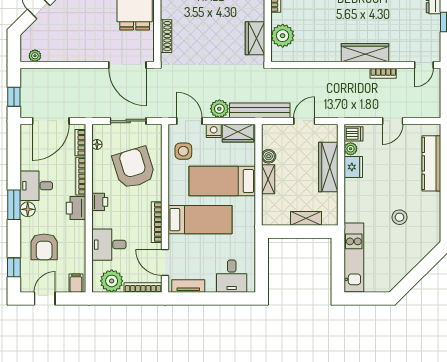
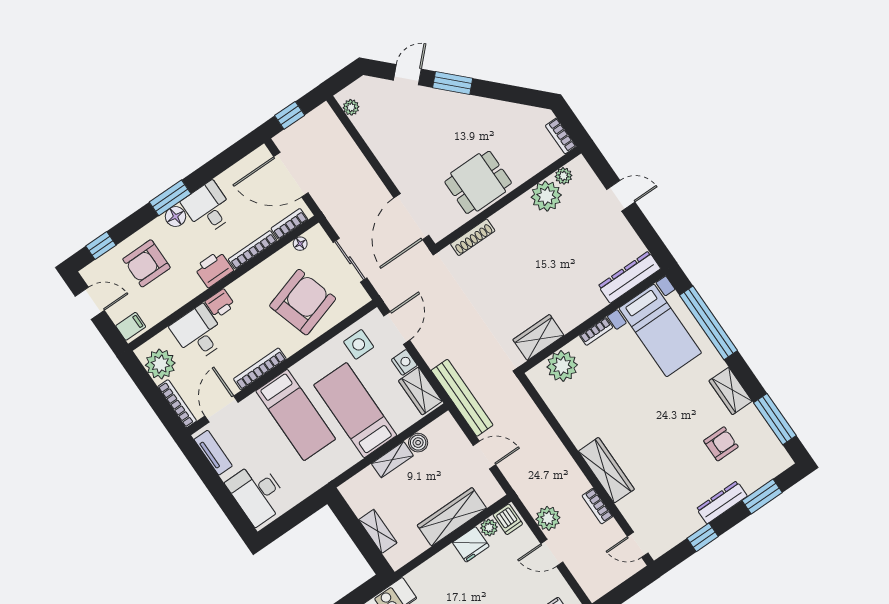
plant: (219, 109) -> (548, 518), moved
printer: (100, 202) -> (220, 304), moved
desk: (232, 276) -> (257, 493), width x1.37

